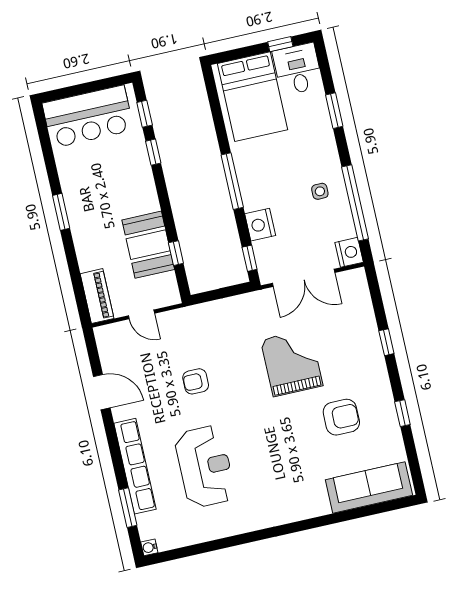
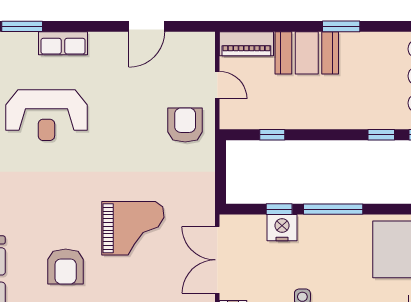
booth: (148, 245) -> (307, 53), moved
window: (250, 258) -> (279, 209), moved
door: (141, 314) -> (217, 85), swing flipped
armchair: (196, 381) -> (185, 125), moved, width x1.38, depth x1.38
row of seats: (135, 466) -> (63, 43), width x0.50

